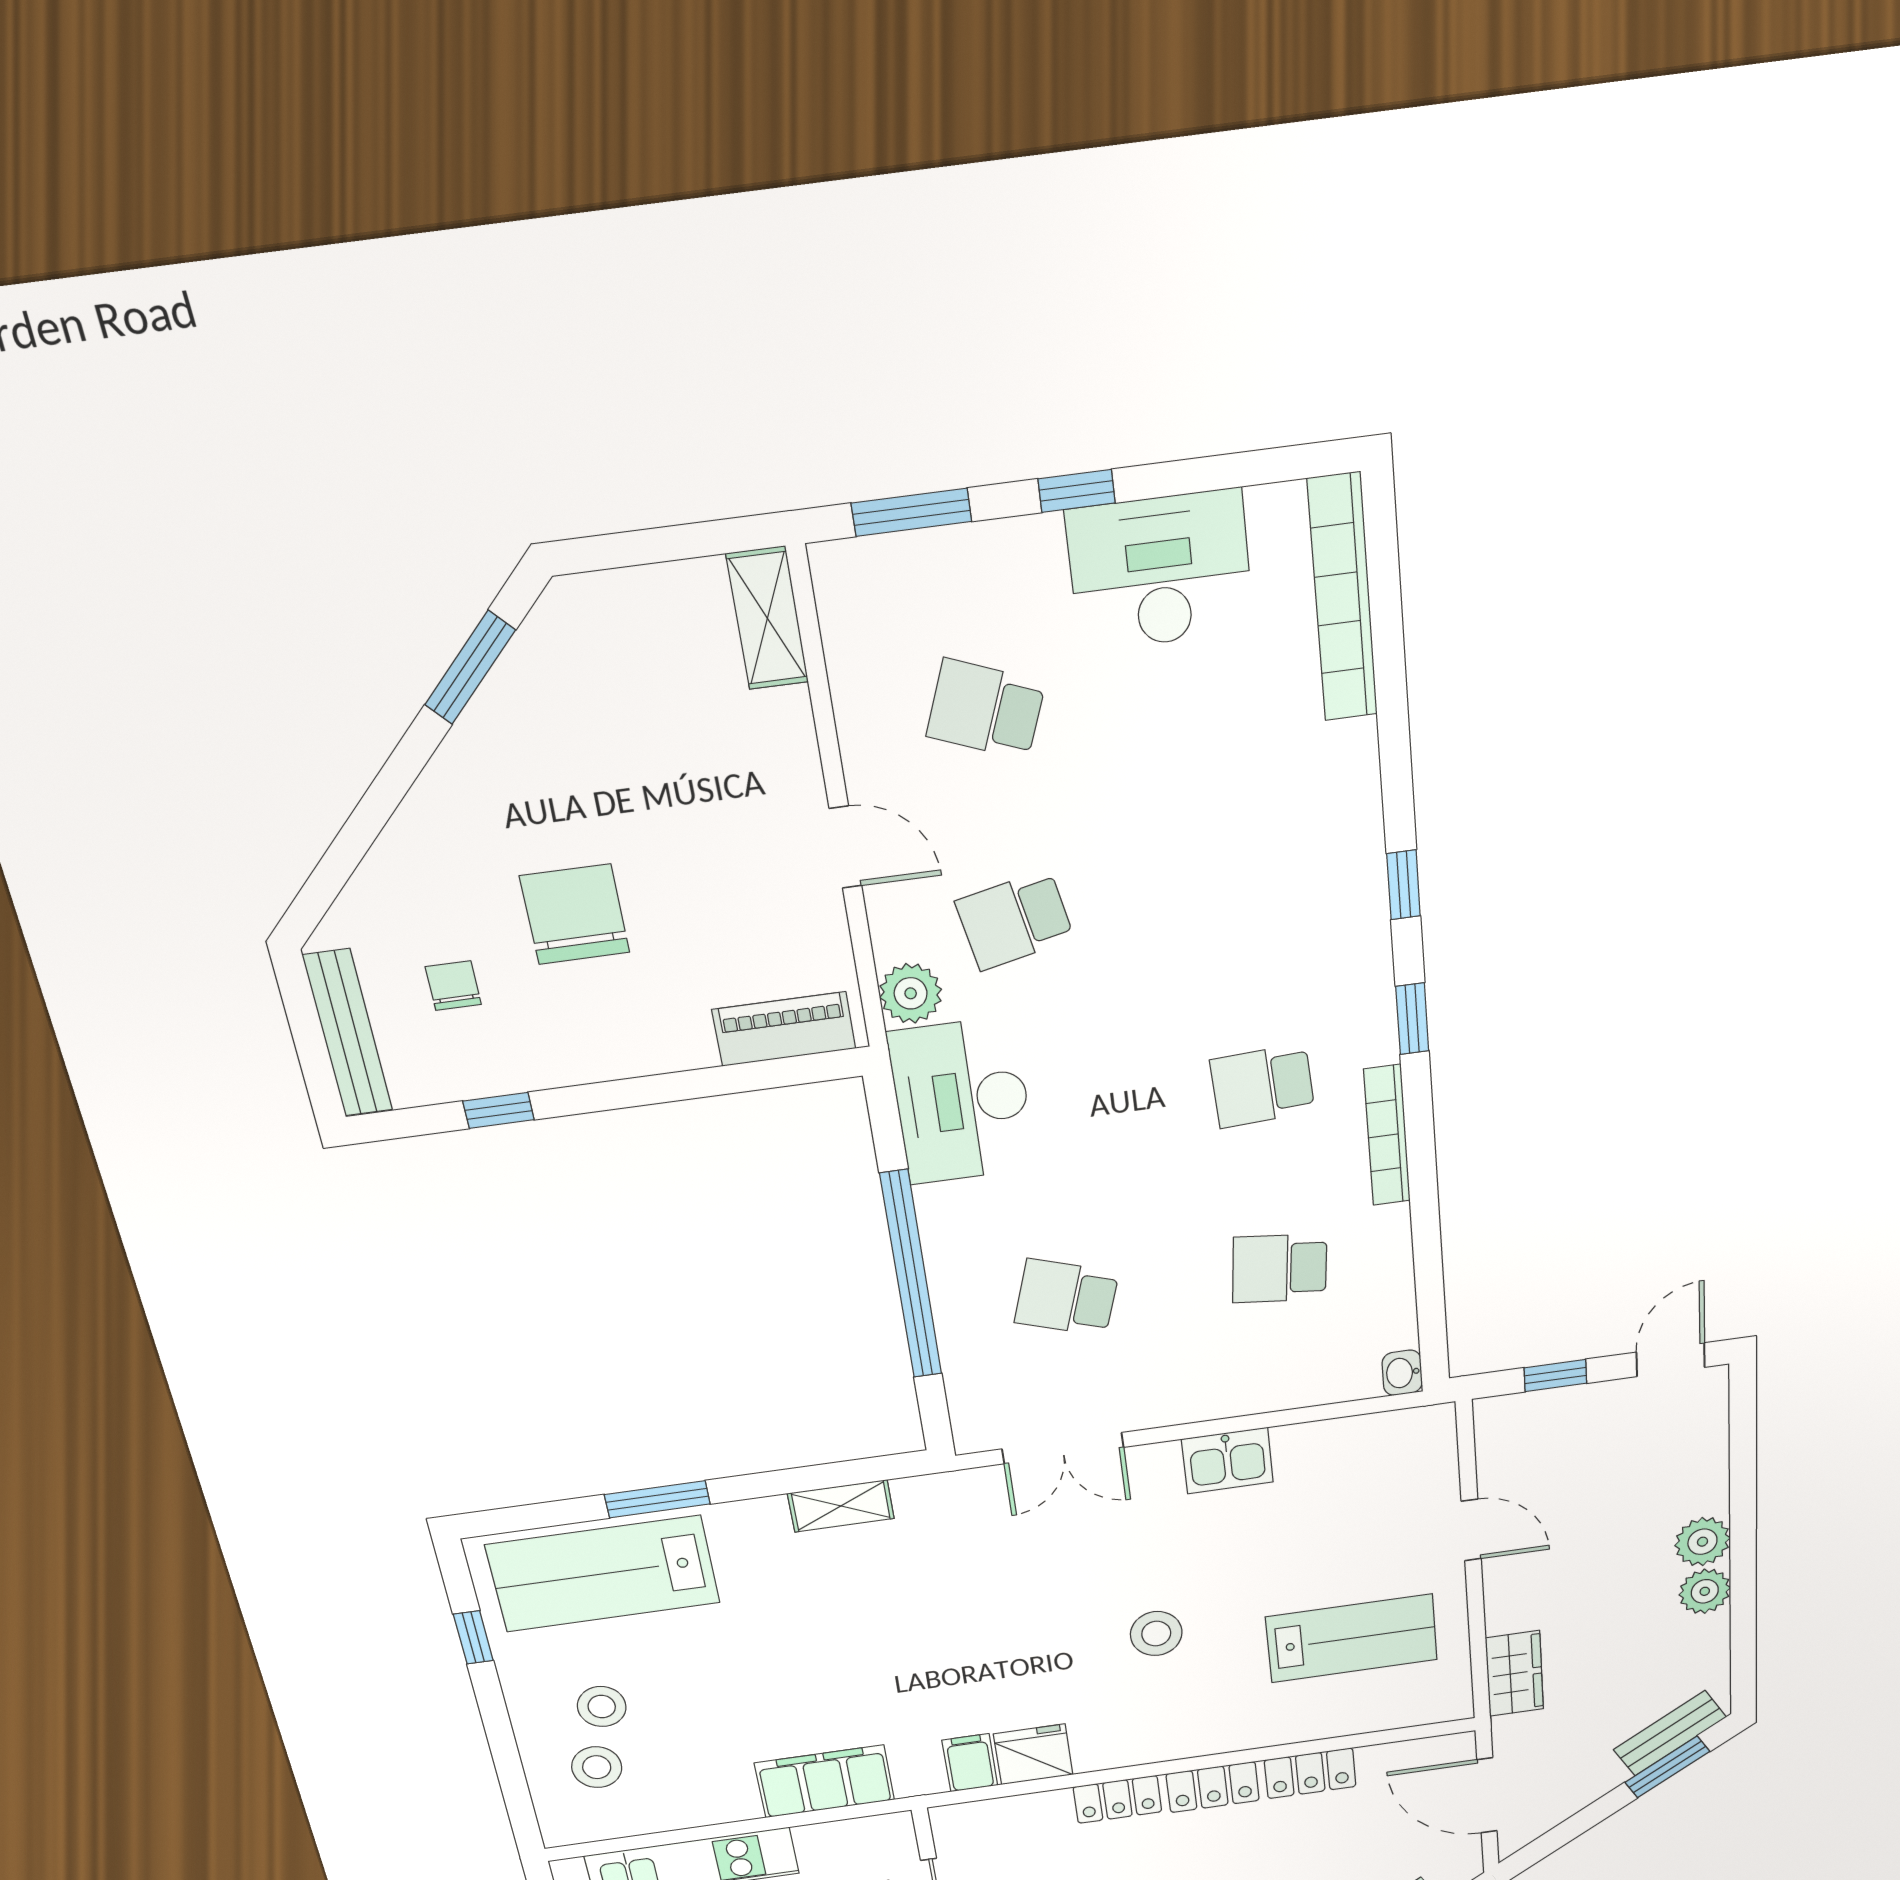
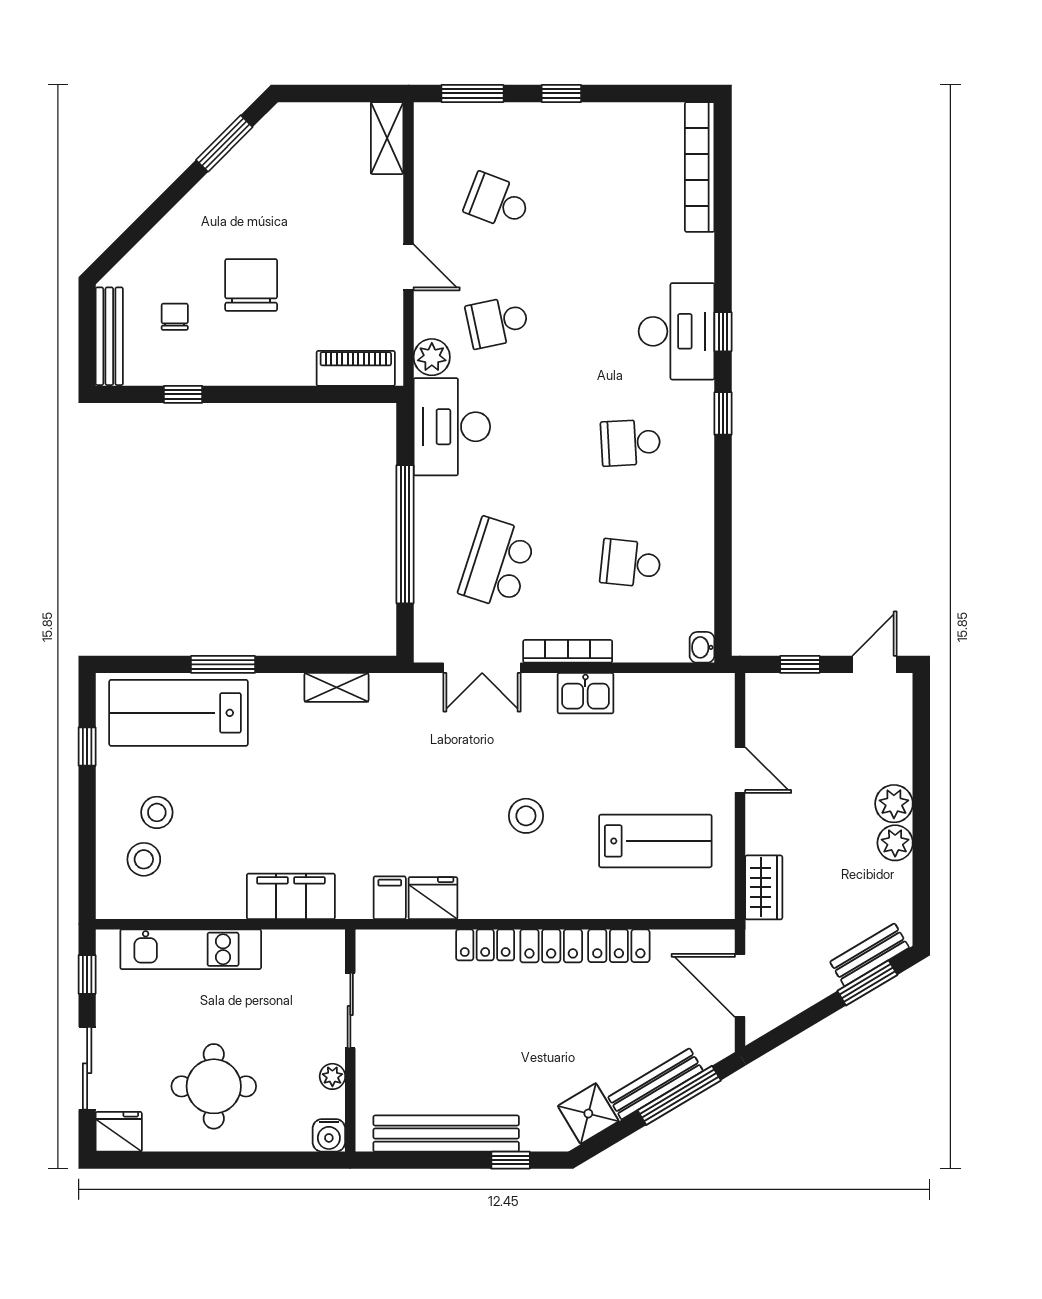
desk: (1160, 571) -> (677, 331), moved, turned 90
bookcase: (1387, 1135) -> (568, 651), moved, turned 90
school desk: (1067, 1297) -> (497, 563), width x1.85

